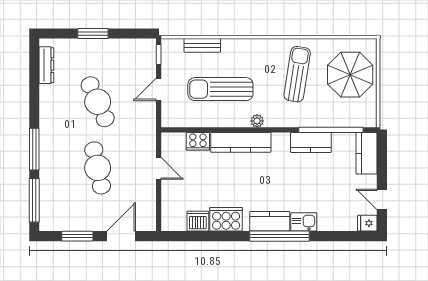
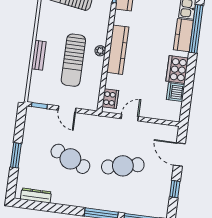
bench: (202, 45) -> (39, 55), moved
cafe table: (98, 102) -> (70, 159), turned 48
plant: (257, 121) -> (100, 51), moved
cooker: (198, 141) -> (110, 99), moved
window: (77, 236) -> (175, 189), width x0.67

